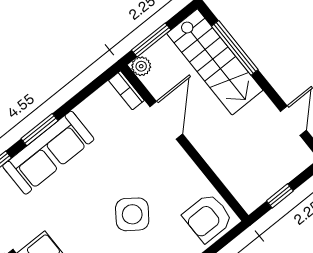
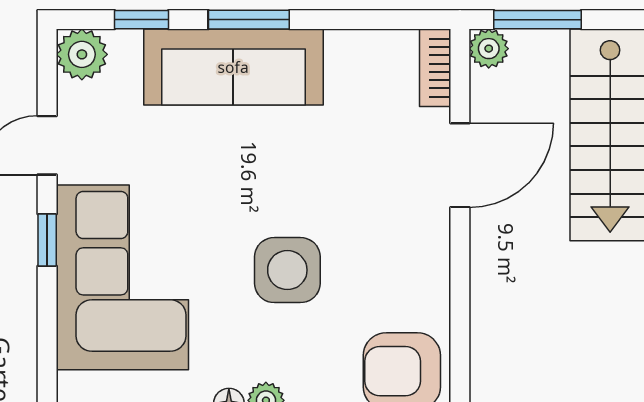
side table: (132, 214) -> (287, 270), turned -36

